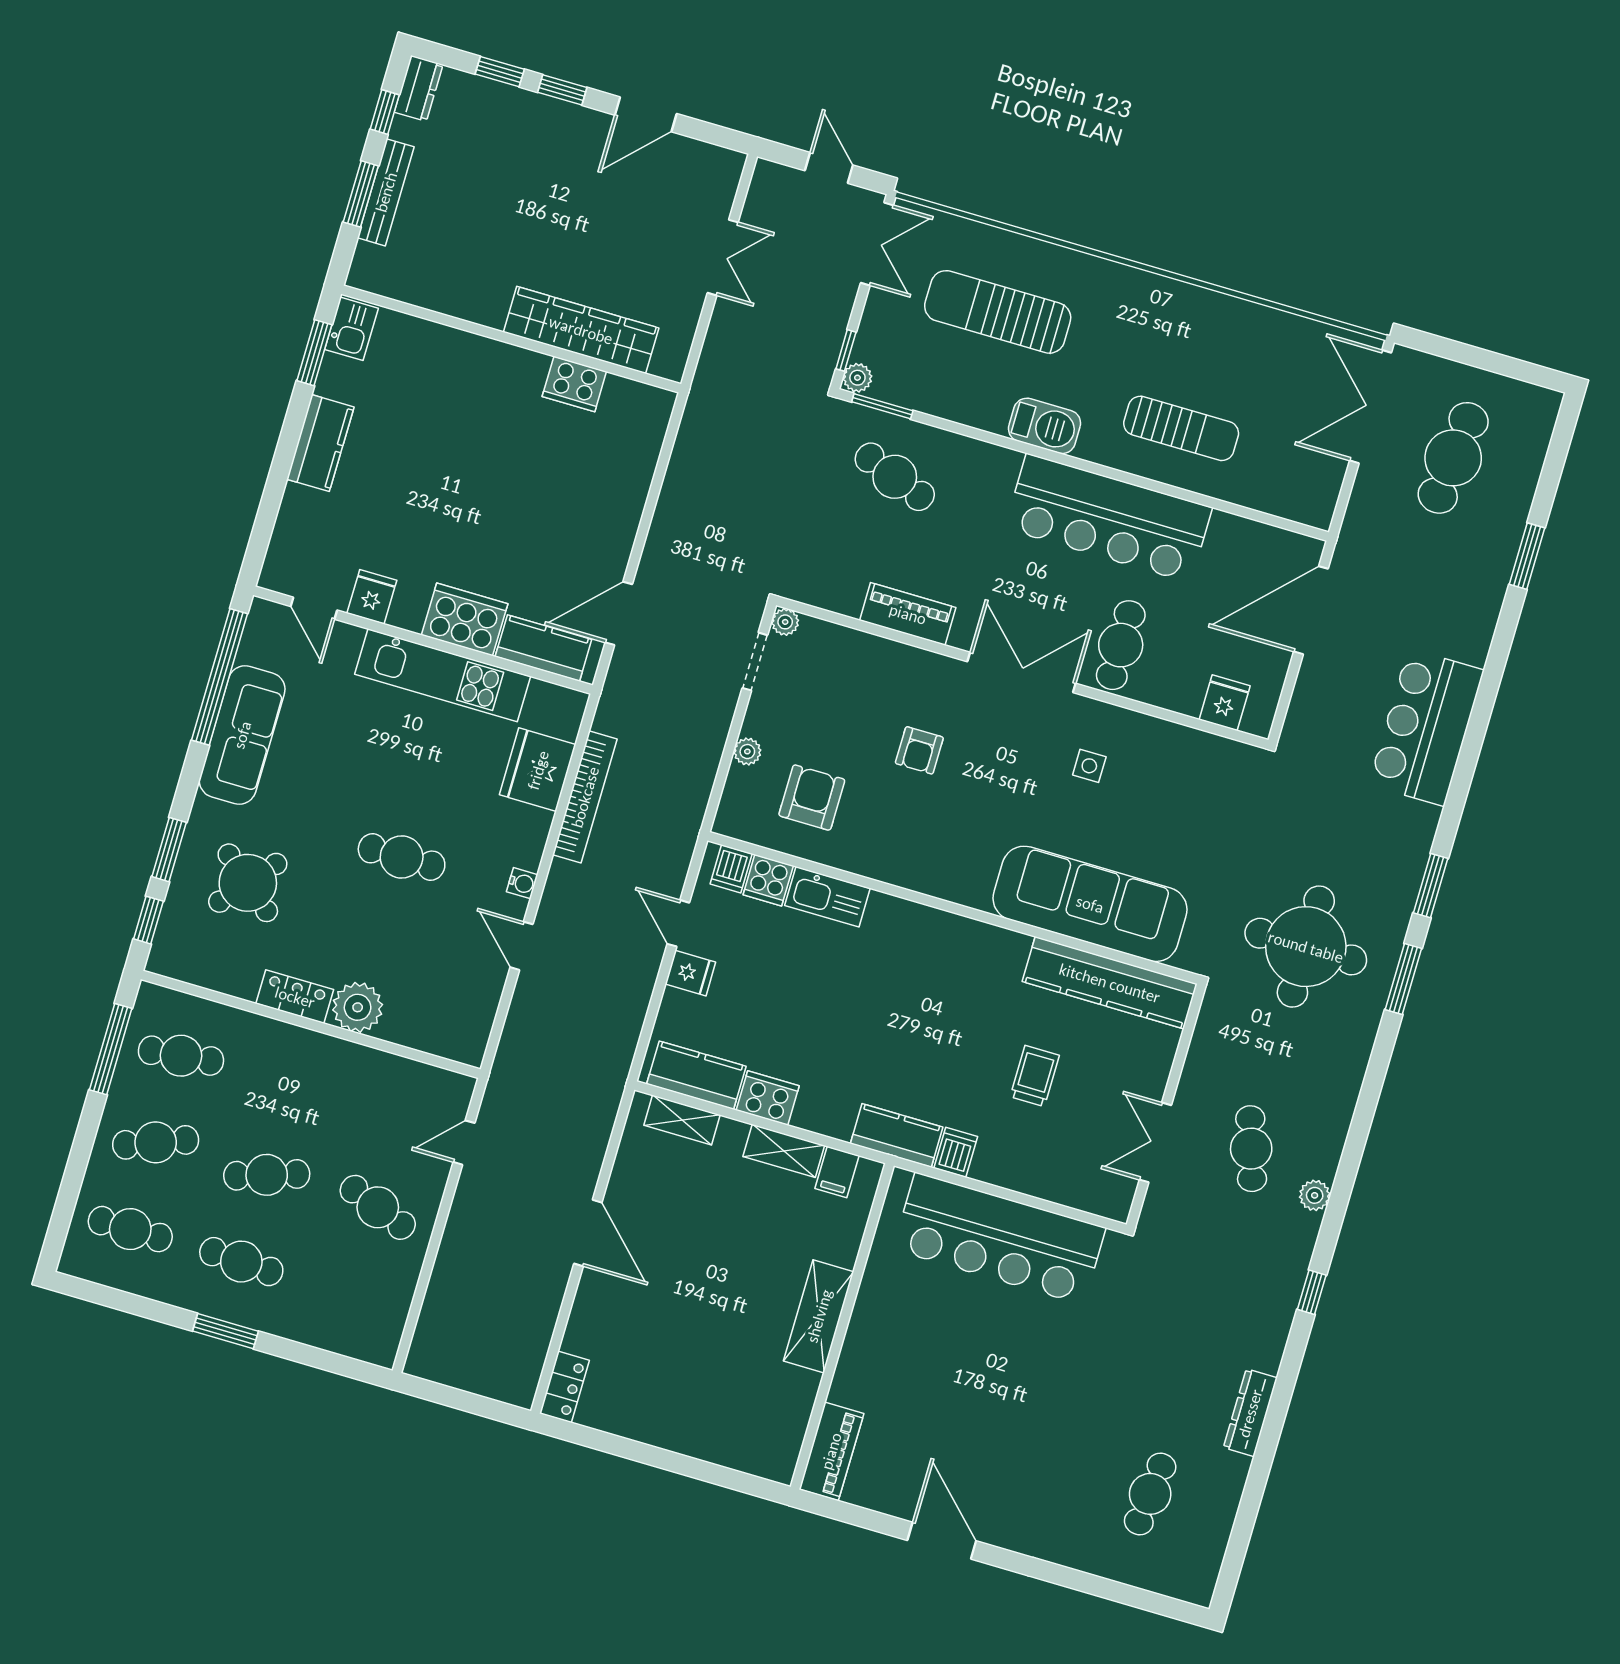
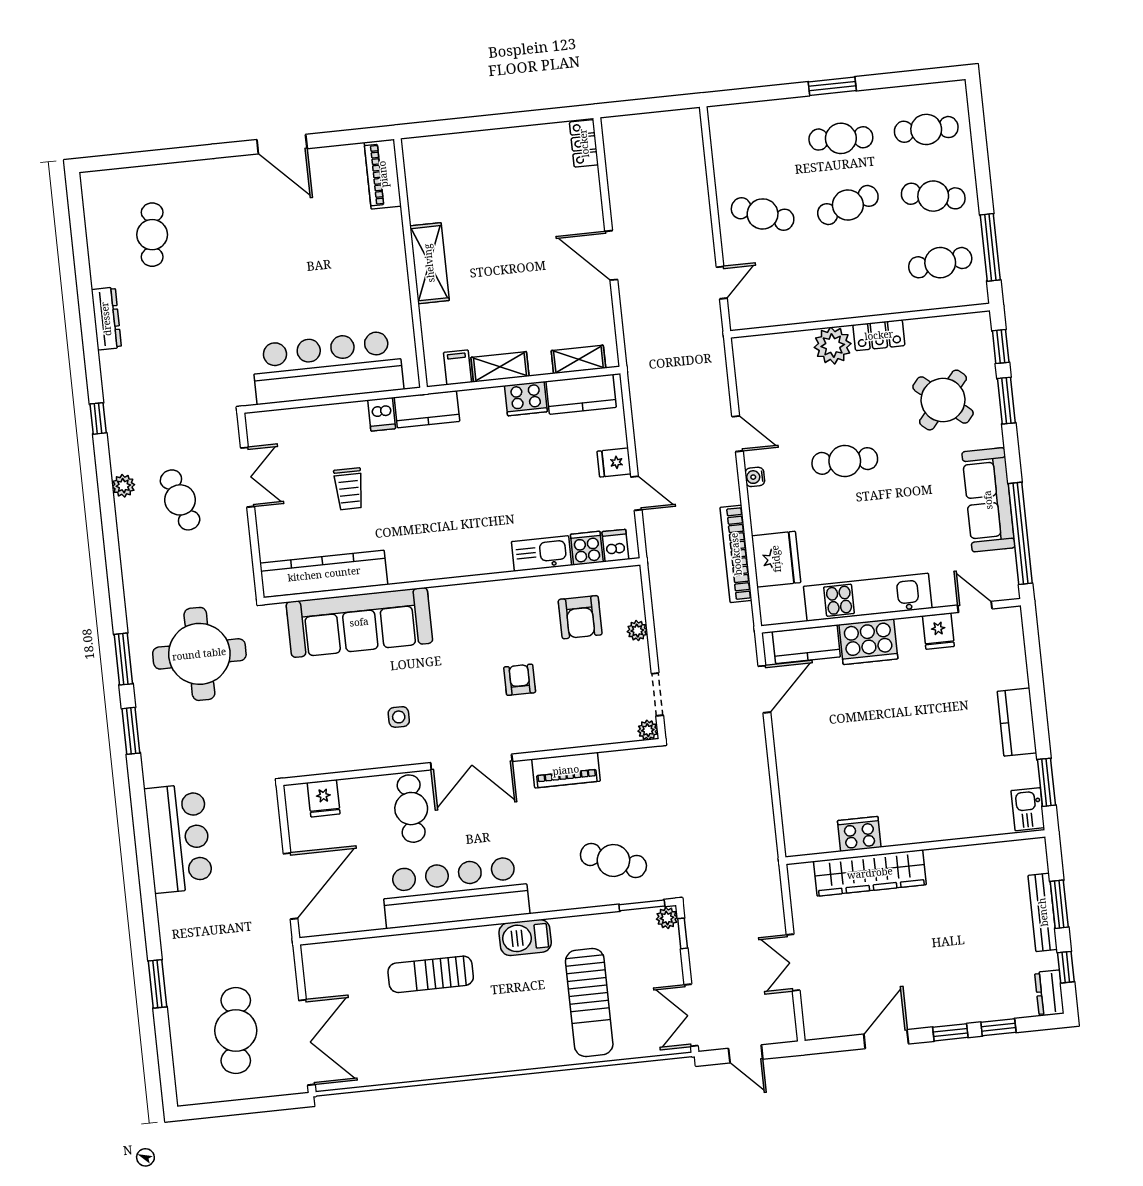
sun lounger: (998, 312) -> (589, 1003), turned 90
cafe table: (156, 1142) -> (933, 196), turned 33

